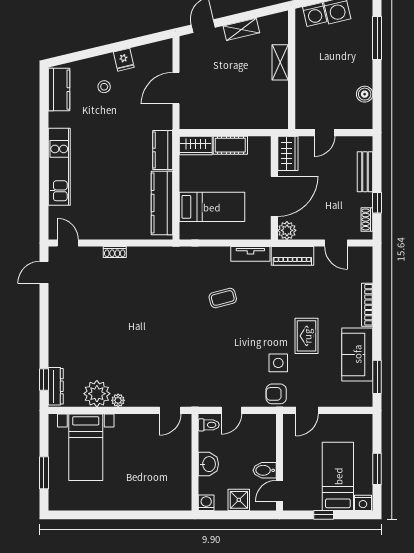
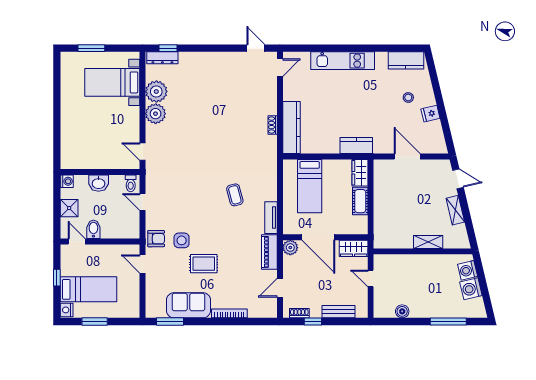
kitchen counter: (162, 203) -> (292, 127), moved, turned 90
shoe rack: (115, 252) -> (273, 125), moved
armchair: (276, 394) -> (156, 239), turned 90
plant: (118, 400) -> (156, 114), width x1.87, depth x1.87

